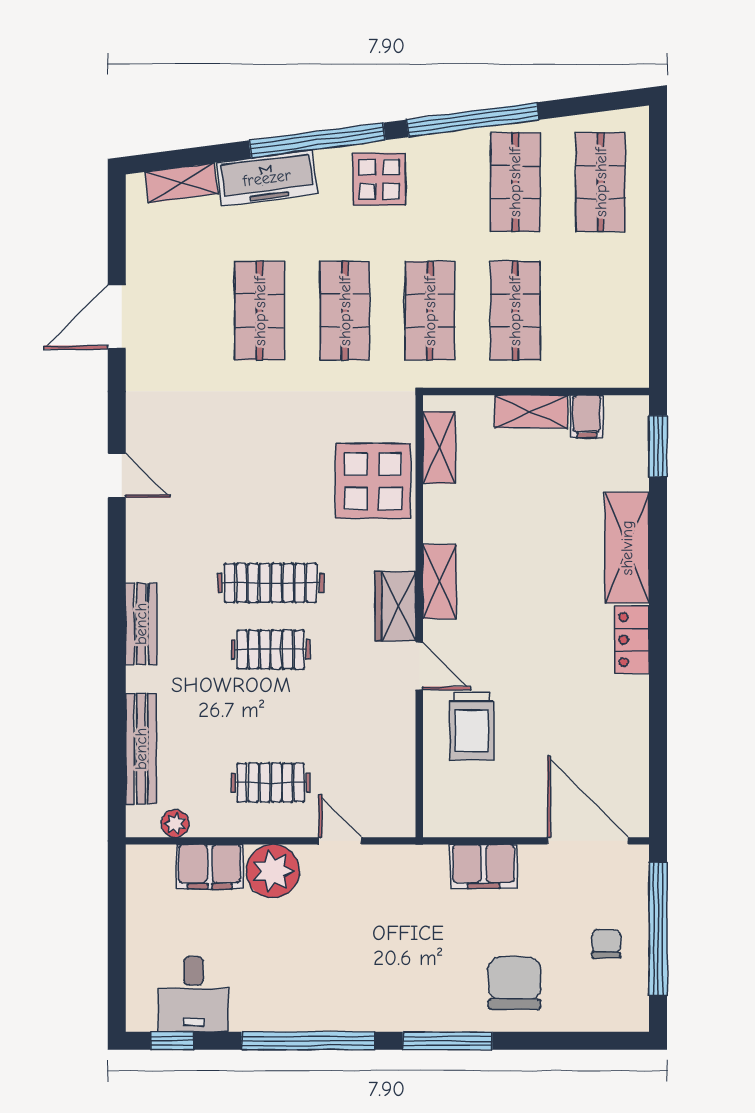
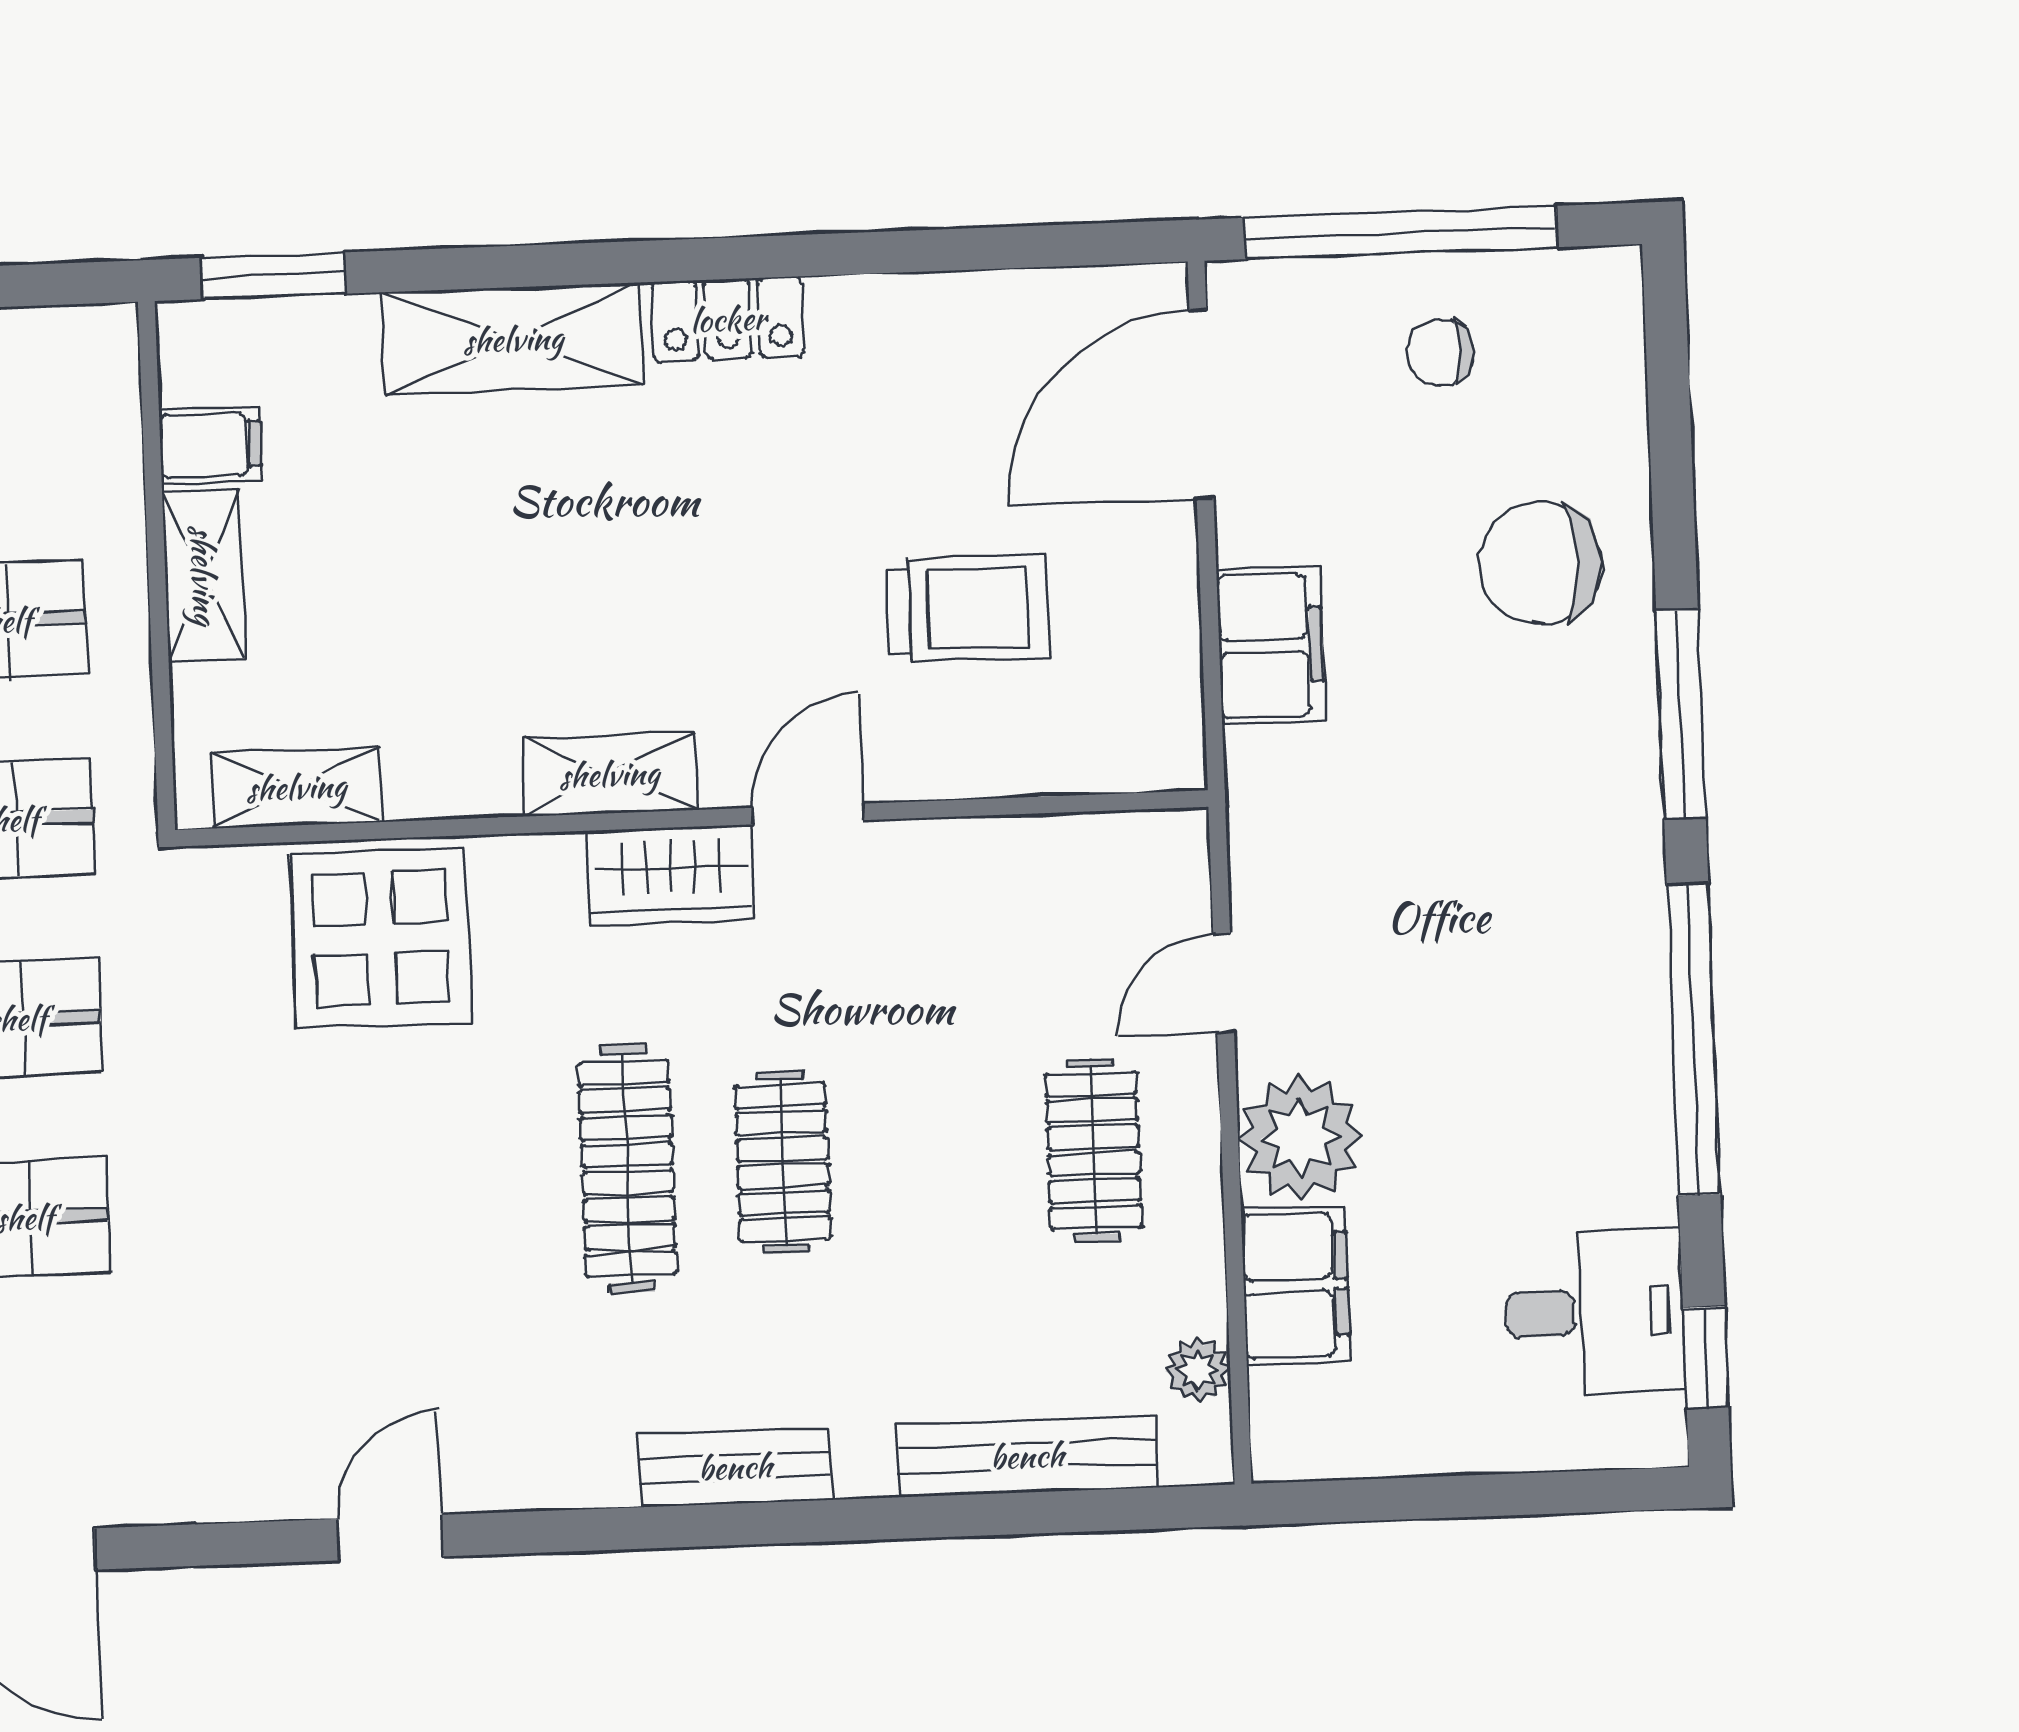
trolley: (472, 726) -> (967, 609), moved

